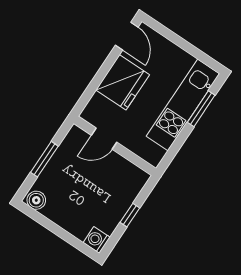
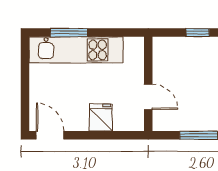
door: (127, 36) -> (50, 135), hinge flipped
fridge: (123, 82) -> (101, 117), width x0.53, depth x0.75

